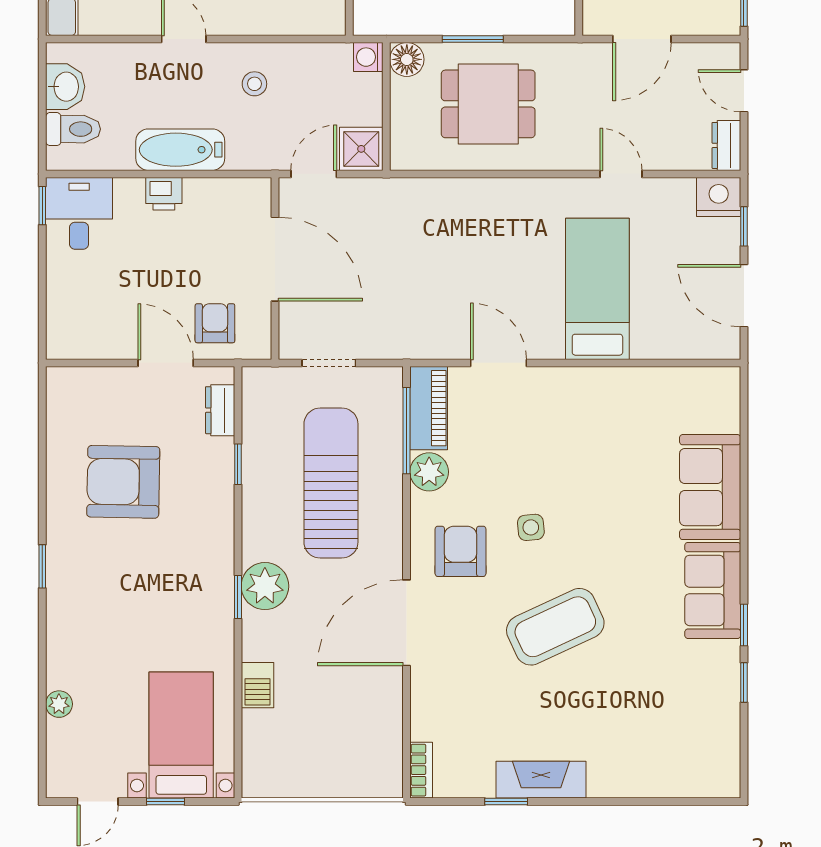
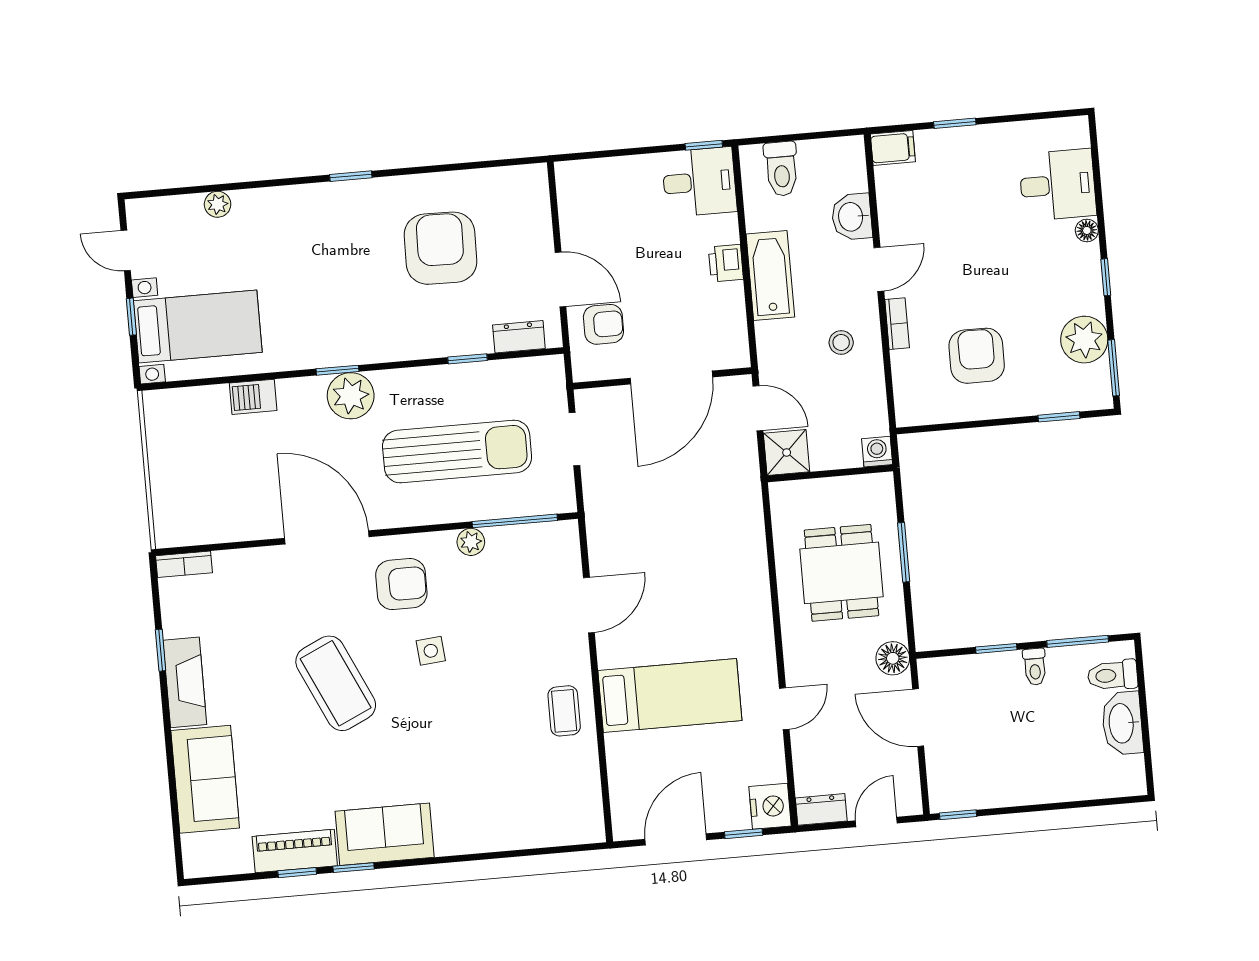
bookcase: (240, 25) -> (897, 324), added
floor lamp: (407, 59) -> (893, 658), moved
washbasin: (65, 87) -> (852, 217), moved, turned 90
door: (166, 363) -> (560, 279), hinge flipped
coffee table: (604, 397) -> (564, 711), added
piano: (429, 408) -> (295, 851), moved, turned 180
plant: (429, 472) -> (471, 542), width x0.73, depth x0.73
sofa: (710, 487) -> (205, 779), moved, turned 90

